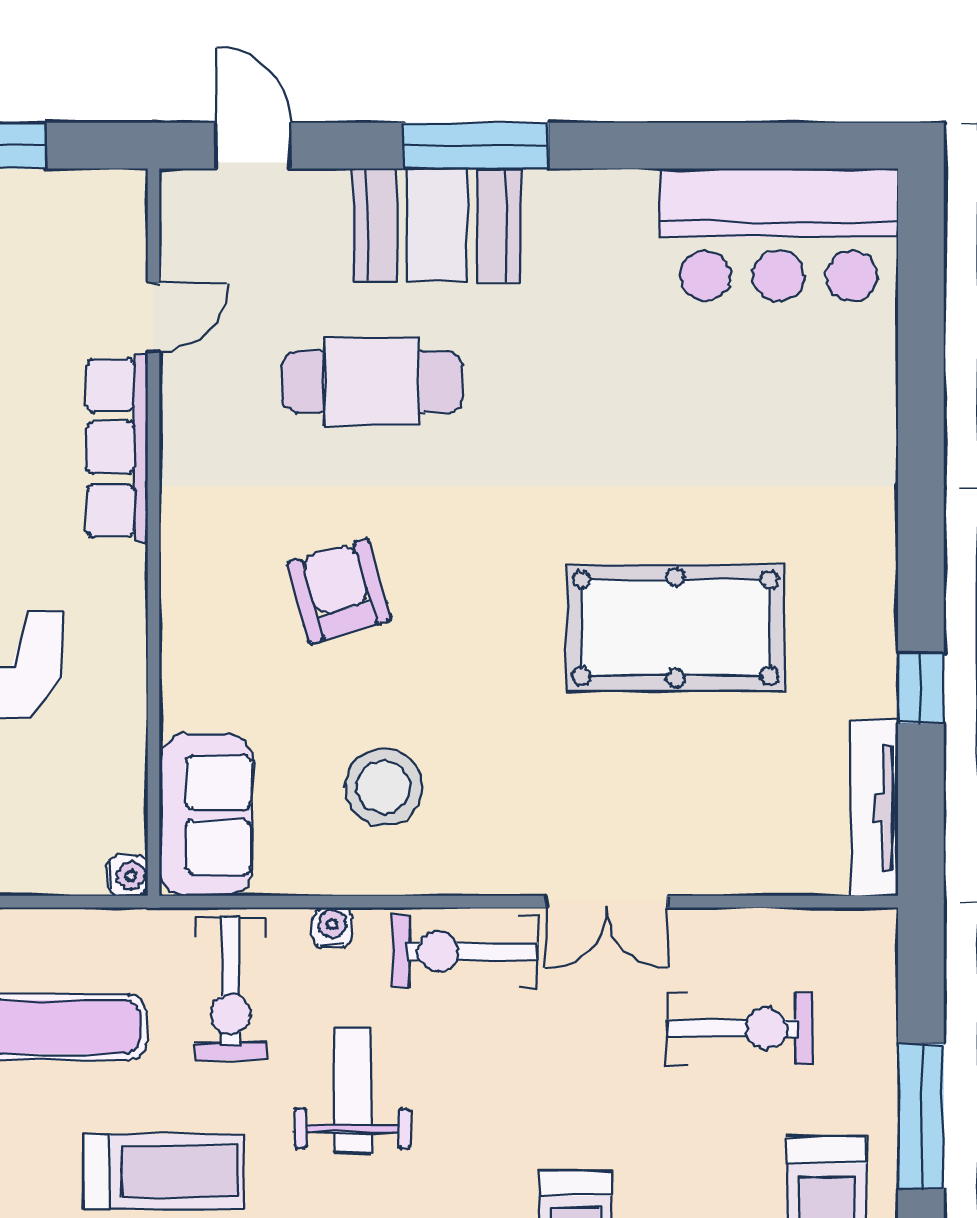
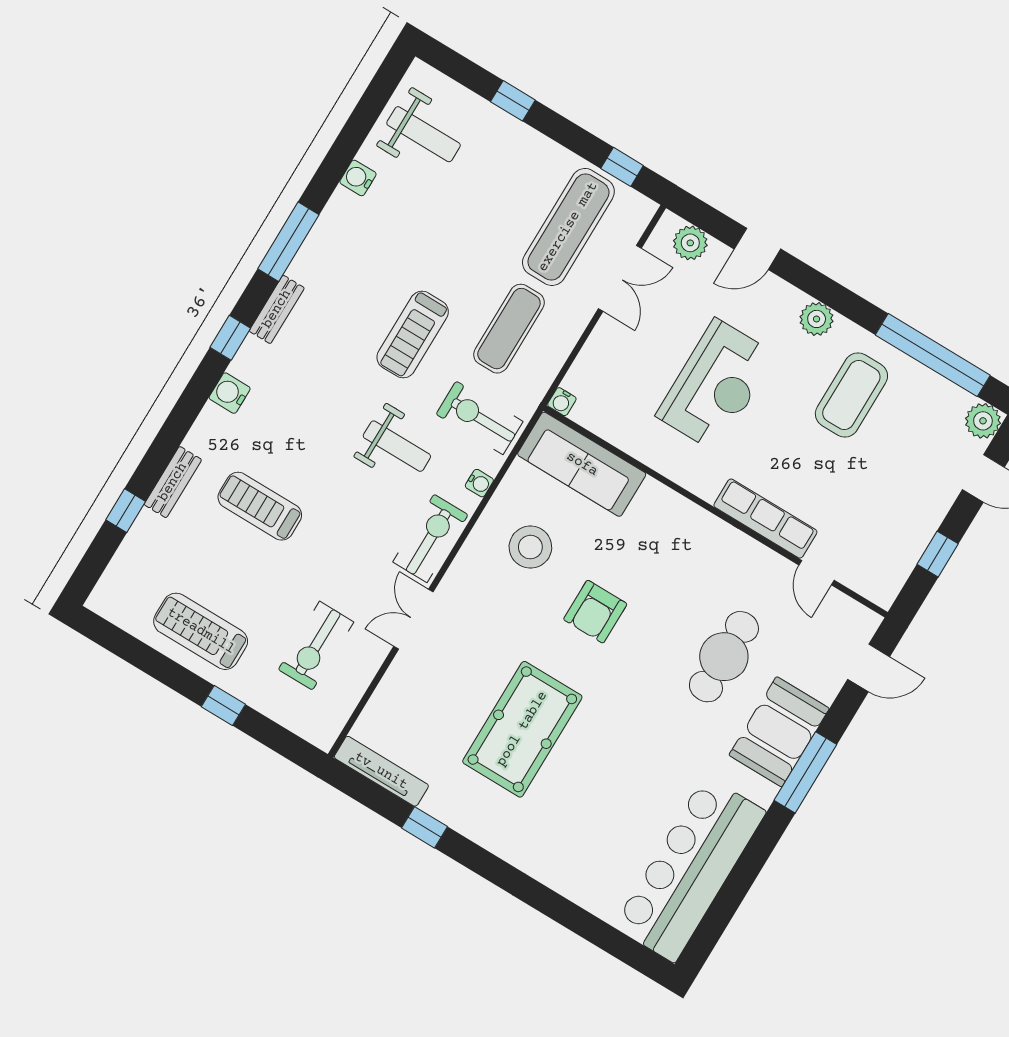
bar counter: (779, 235) -> (690, 869), width x1.36
armchair: (339, 591) -> (595, 612), moved, turned 106
sofa: (206, 815) -> (582, 464), width x1.36
window: (921, 1116) -> (223, 705), width x0.46

